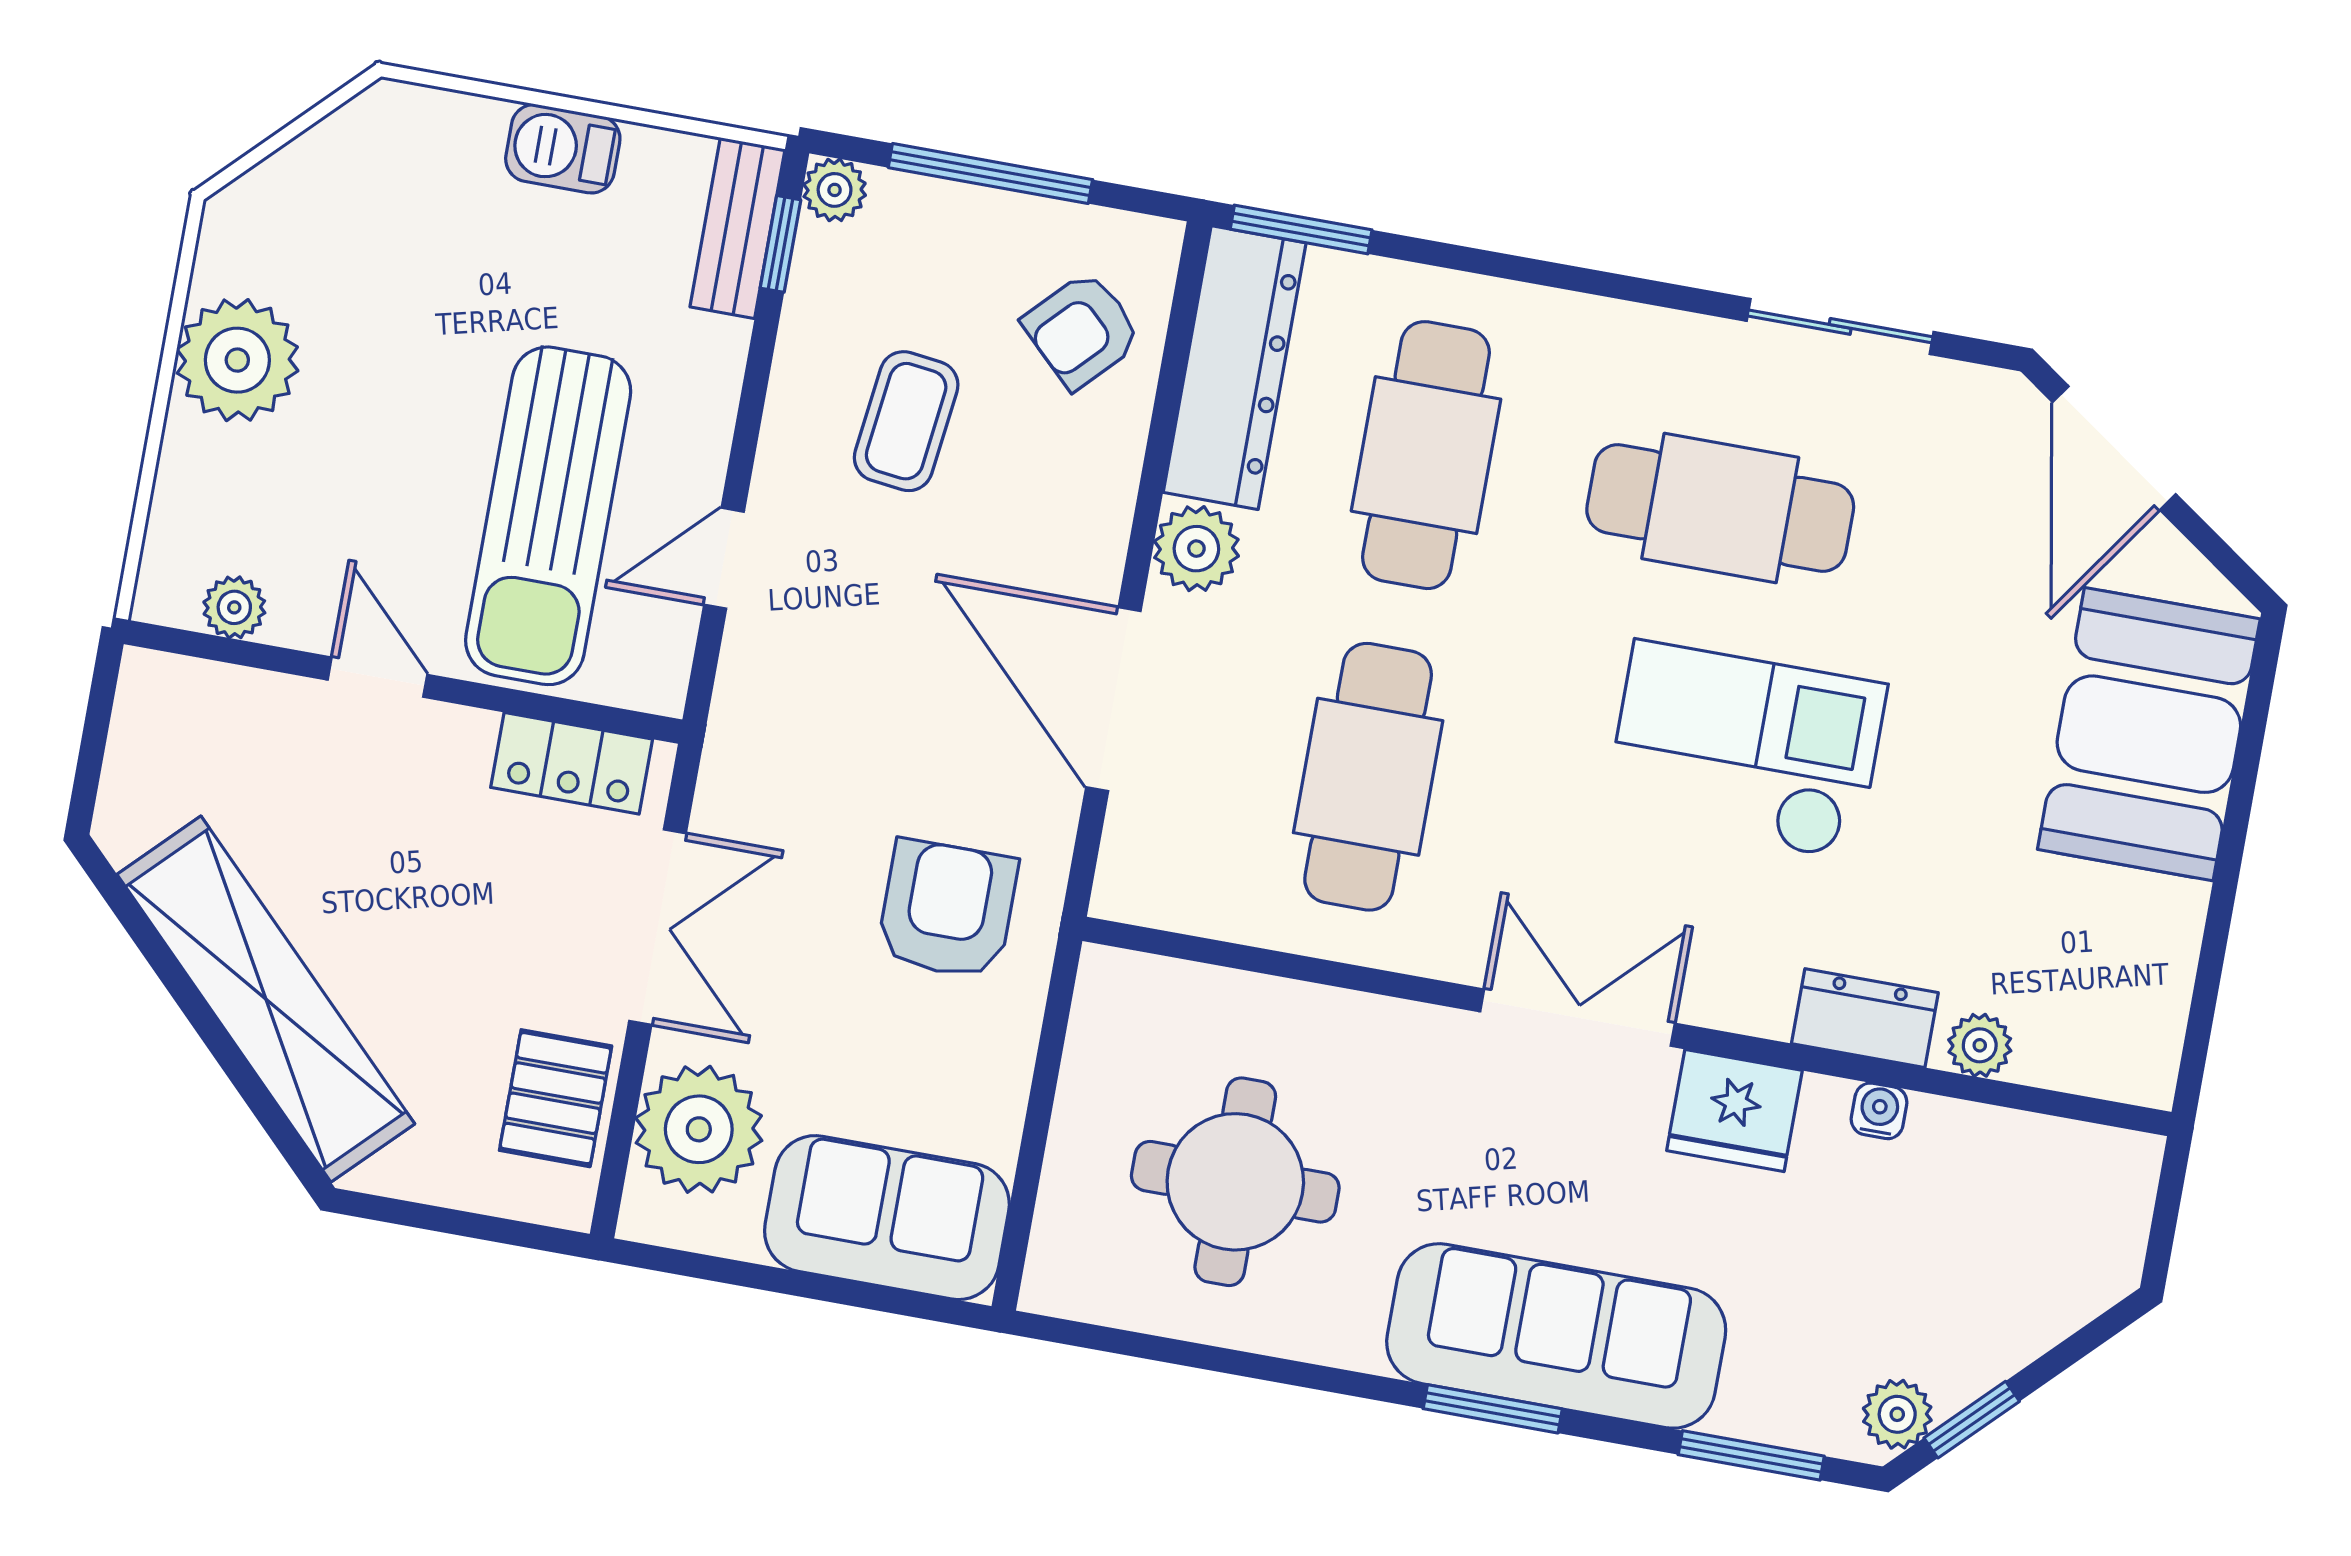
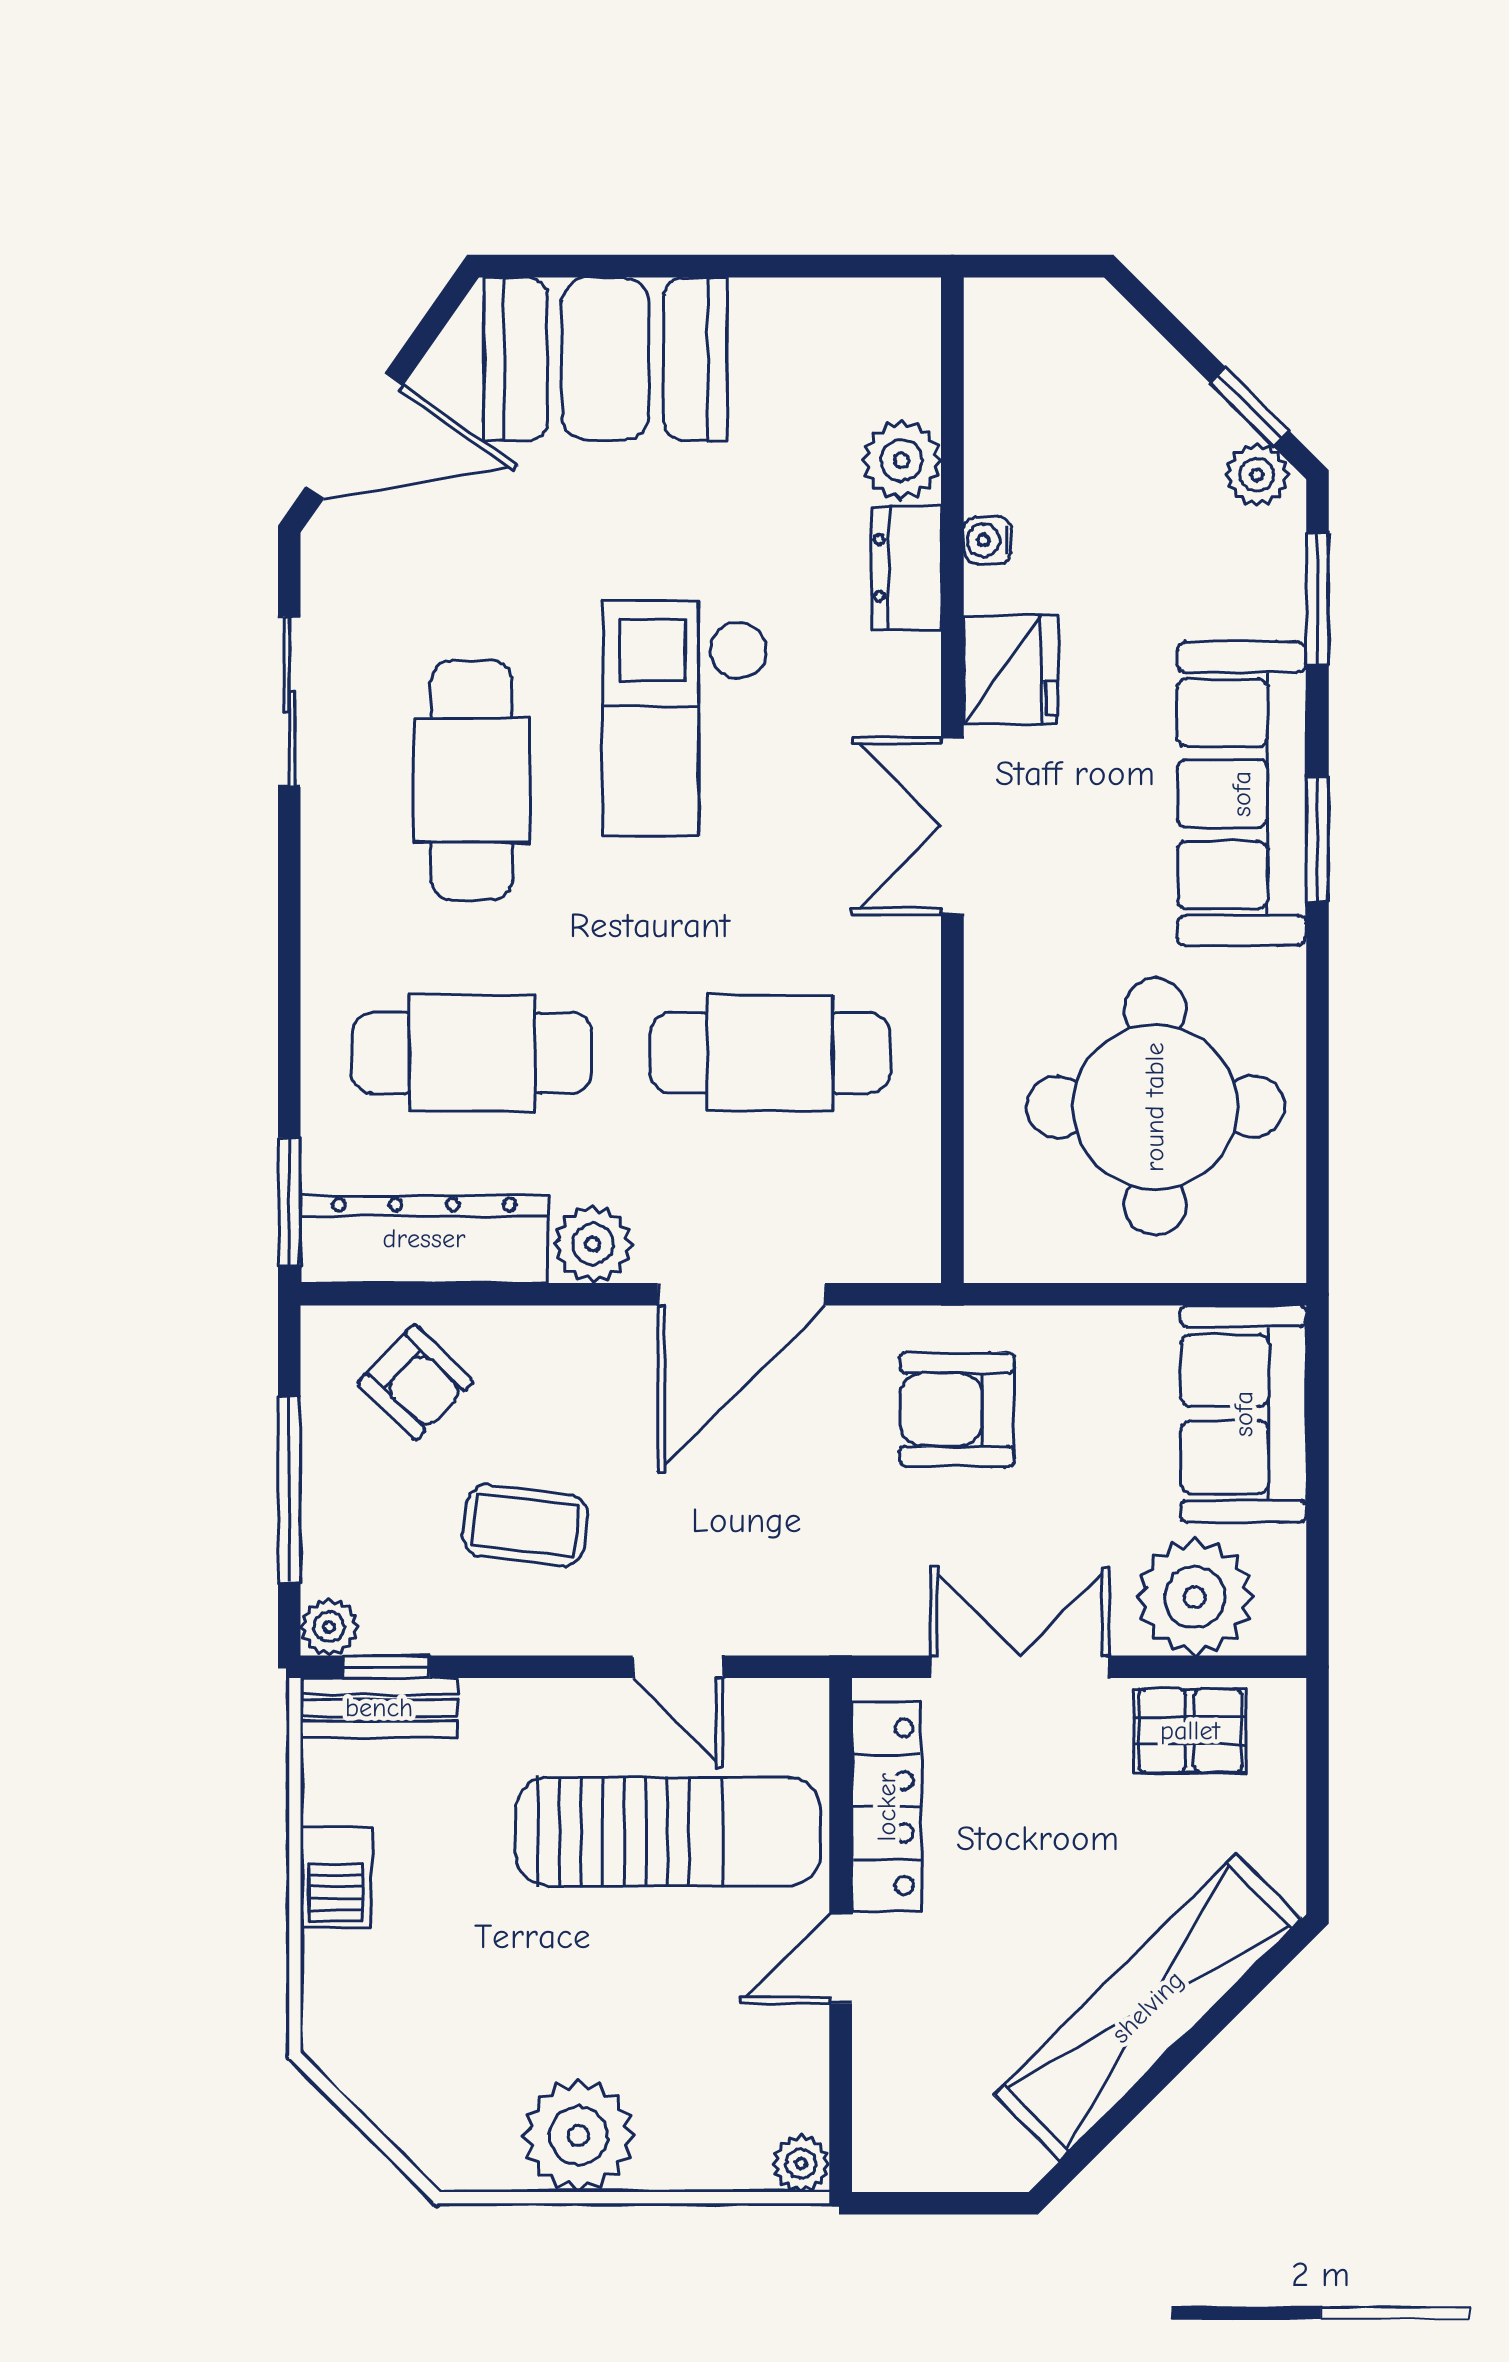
plant: (234, 607) -> (801, 2164), moved
locker: (572, 763) -> (887, 1807), width x1.53
plant: (1980, 1045) -> (901, 460), width x1.38, depth x1.38
round table: (1235, 1182) -> (1155, 1107), width x1.36, depth x1.36

